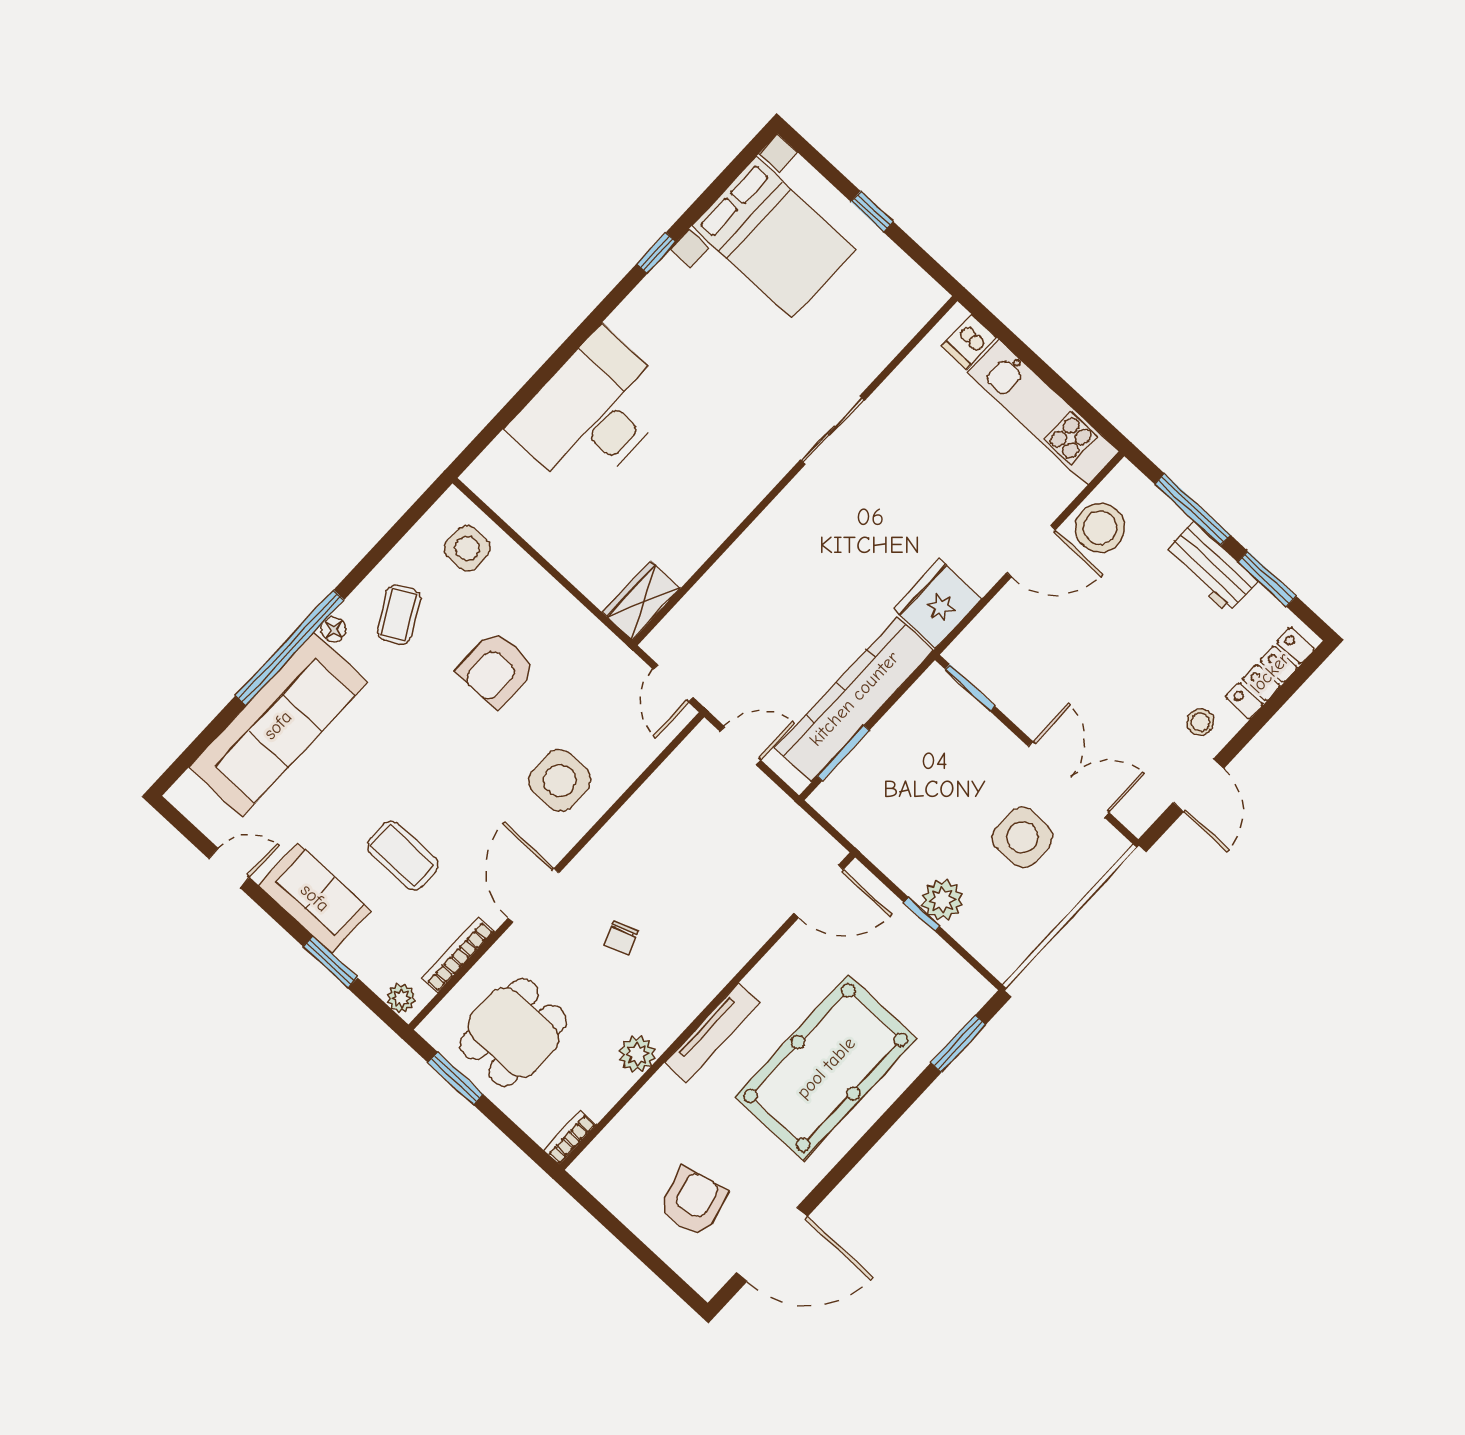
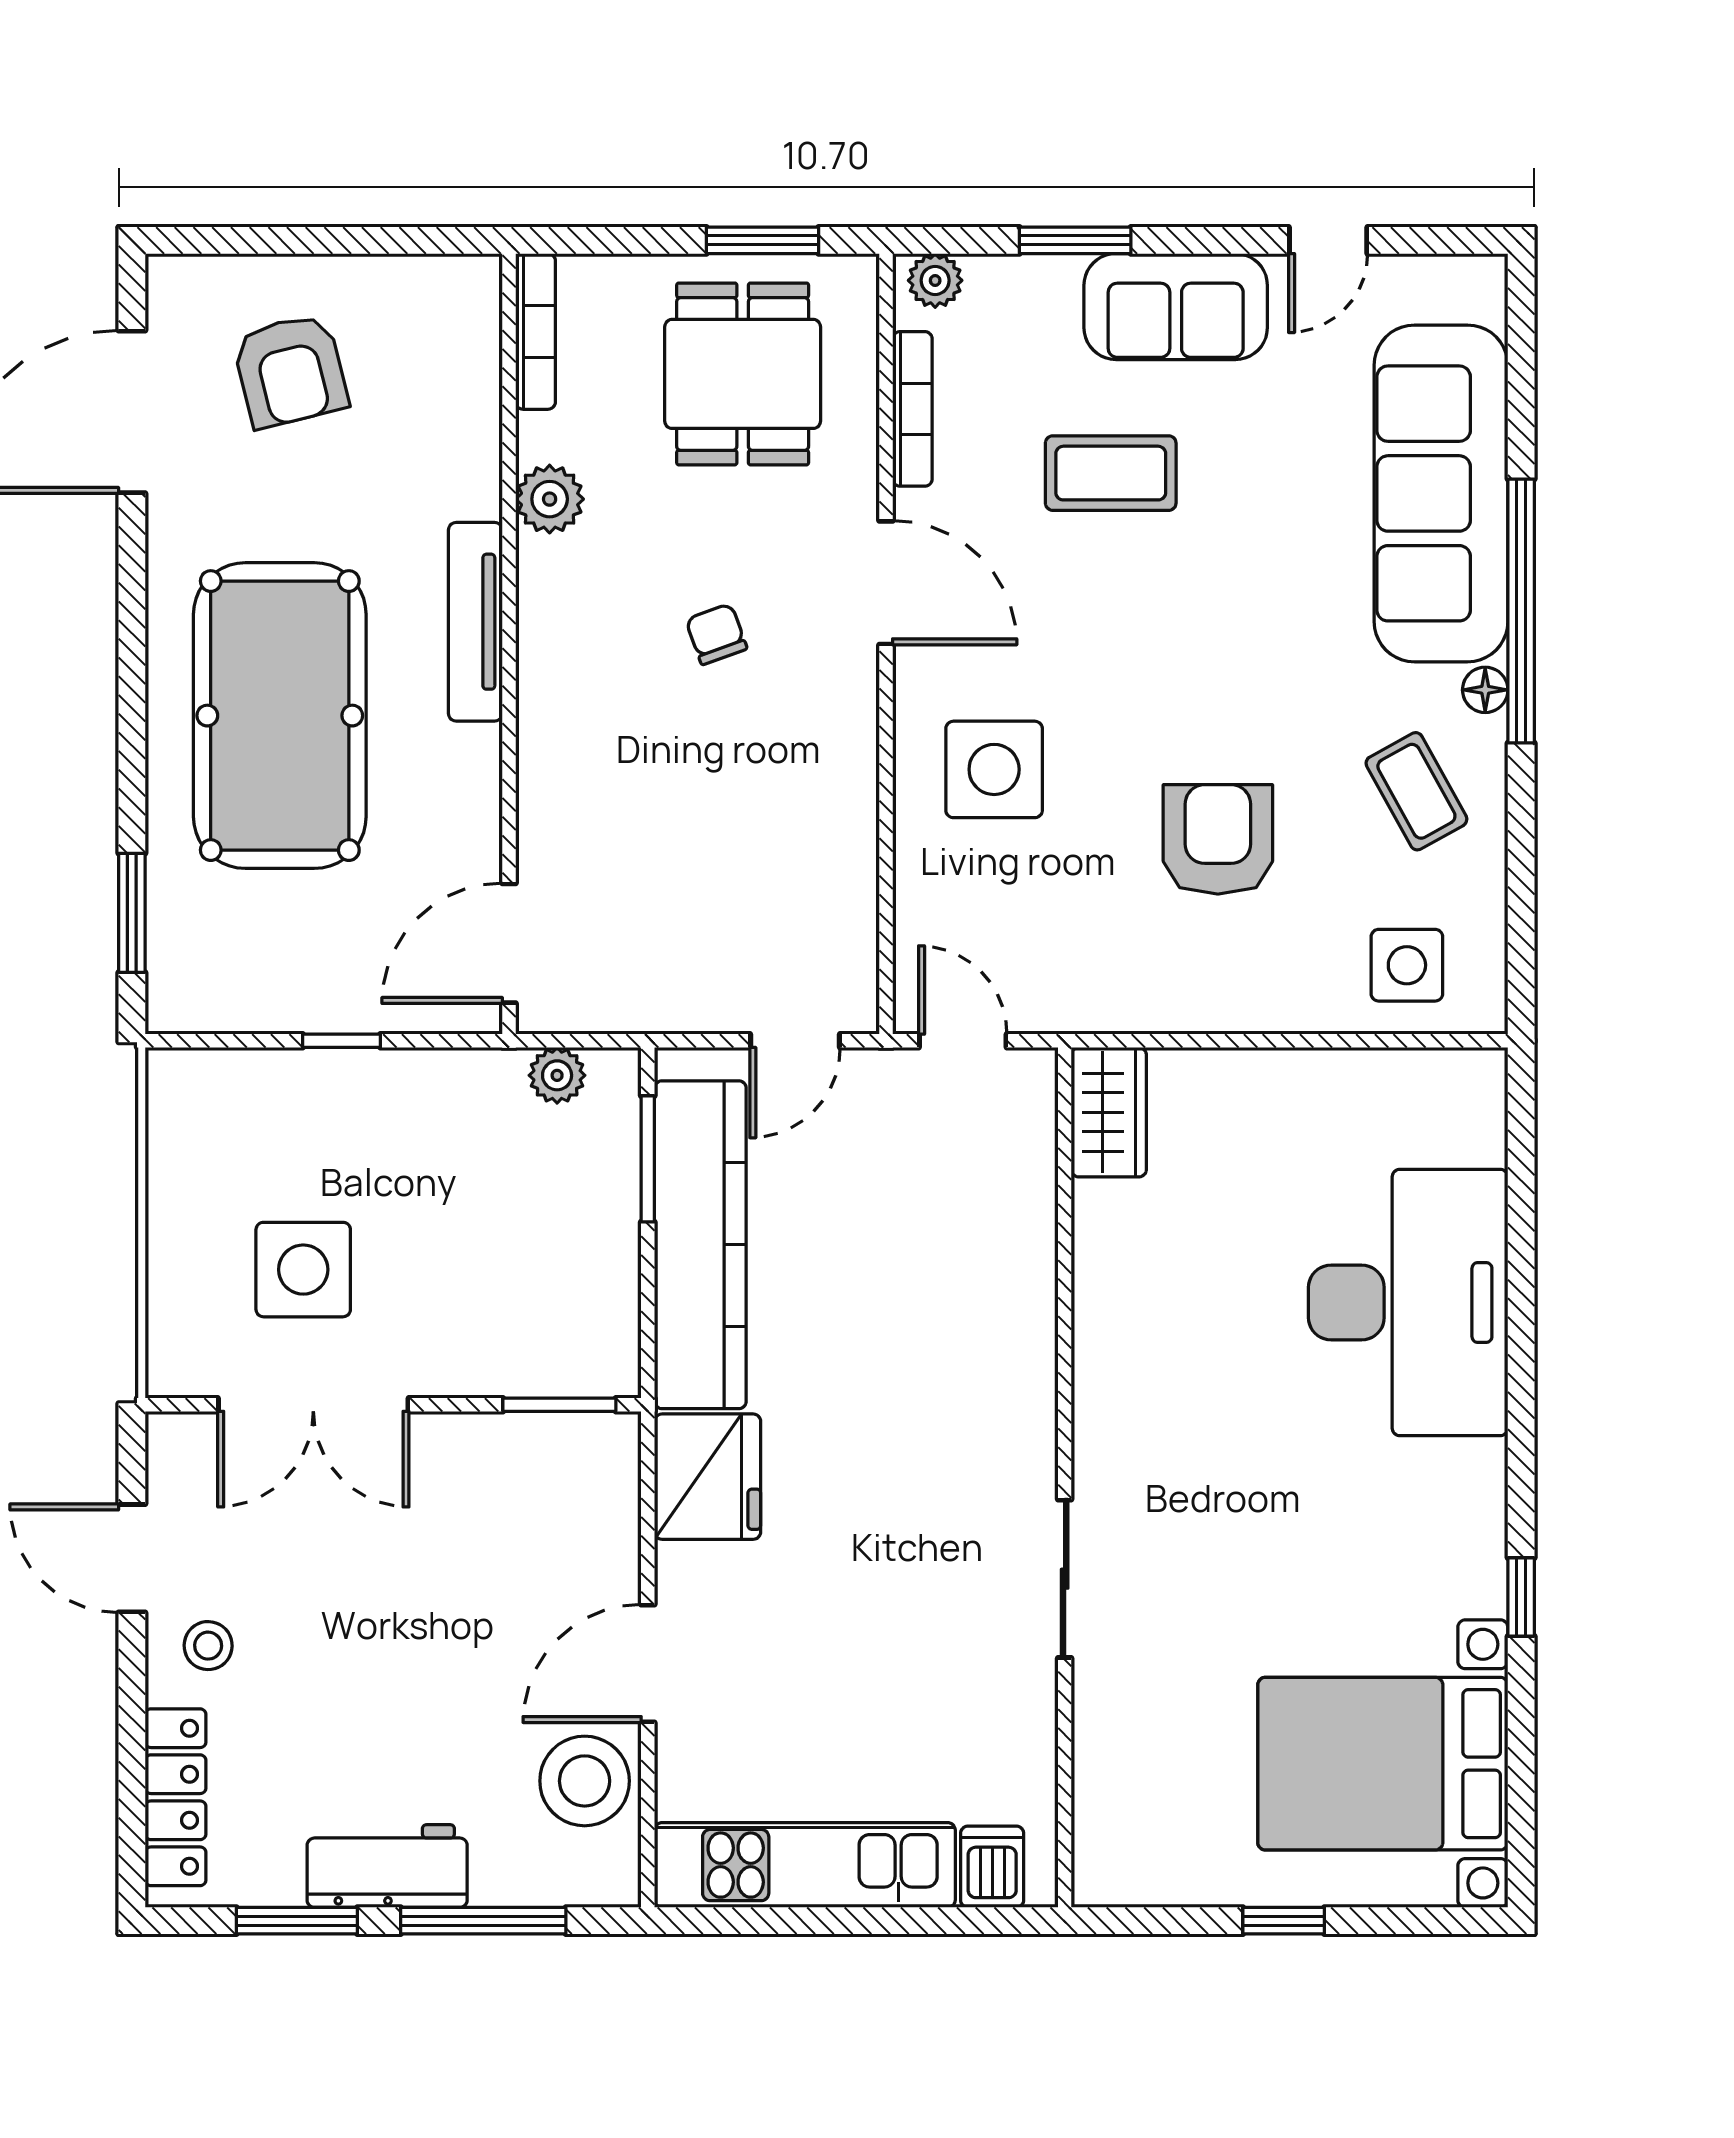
plant: (942, 900) -> (557, 1075), moved, width x0.73, depth x0.73
bookcase: (570, 1138) -> (535, 331), width x1.56

